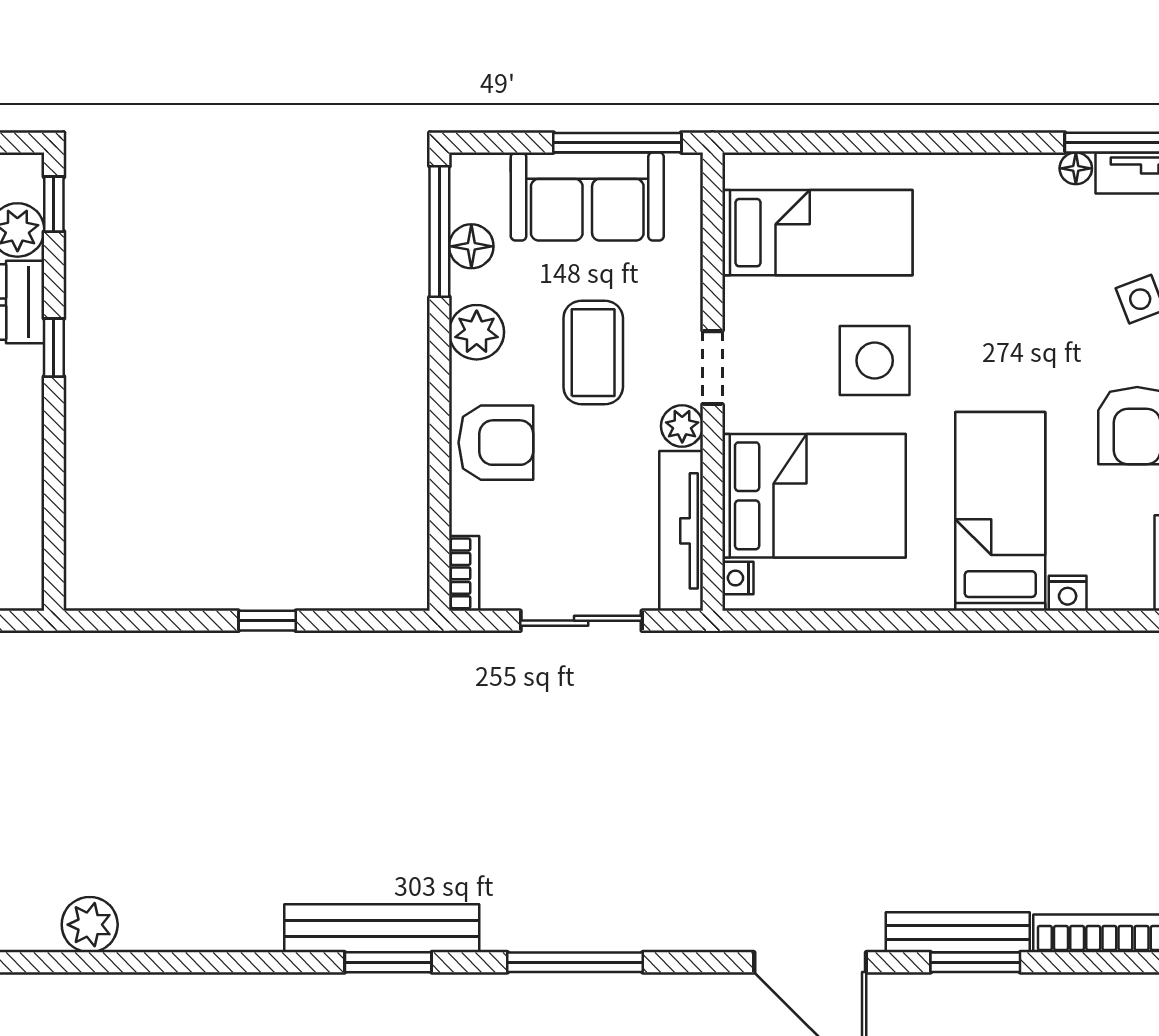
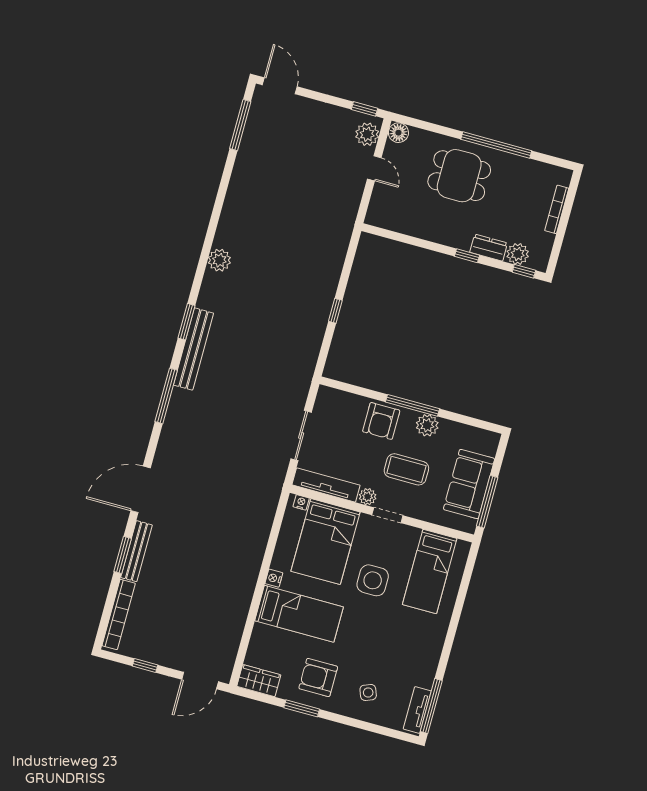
floor lamp: (1076, 168) -> (427, 681), removed
window: (439, 232) -> (413, 405), moved
floor lamp: (471, 246) -> (462, 433), removed
bookcase: (464, 573) -> (333, 394), removed
nightstand: (1068, 593) -> (274, 578), moved
plant: (90, 925) -> (219, 260), moved
bench: (382, 928) -> (194, 349), moved

